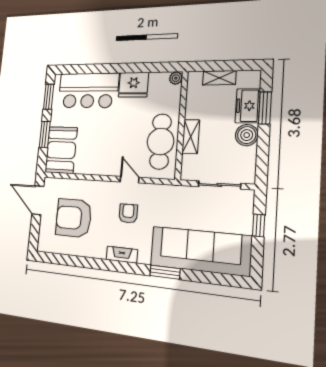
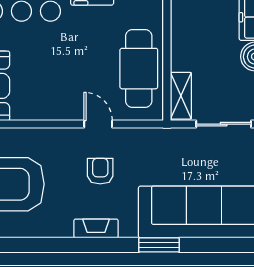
shelving: (191, 137) -> (181, 96), moved

